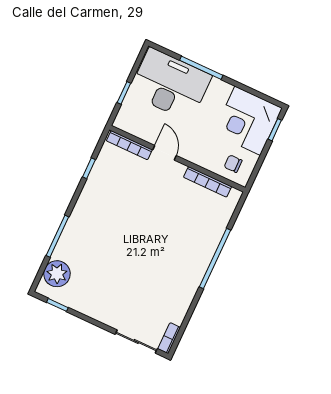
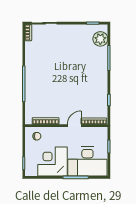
corner desk: (248, 121) -> (53, 161), moved, turned -90
door: (164, 153) -> (74, 126), swing flipped

